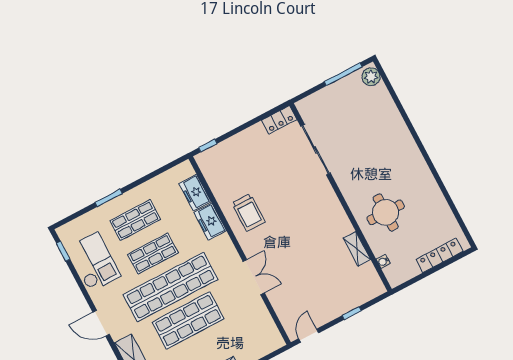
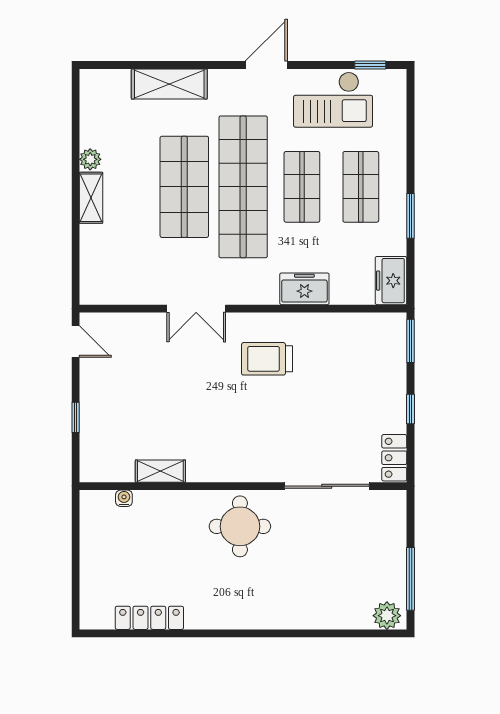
window: (247, 125) -> (411, 409), added
window: (208, 146) -> (411, 341), width x1.50
freezer: (195, 193) -> (391, 281), moved, turned -90
window: (109, 198) -> (411, 216), moved
trolley: (248, 212) -> (267, 359), moved
round table: (386, 212) -> (240, 526), moved
locker: (440, 255) -> (149, 618), moved, turned -90
door: (101, 323) -> (266, 65), moved

